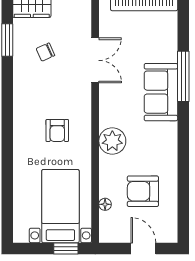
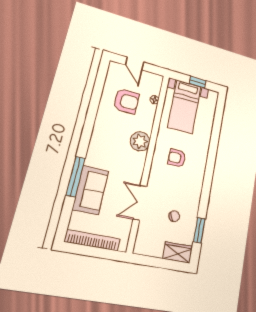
sofa: (161, 92) -> (91, 190), moved
armchair: (57, 130) -> (177, 158), turned -90
window: (66, 248) -> (198, 82), moved

